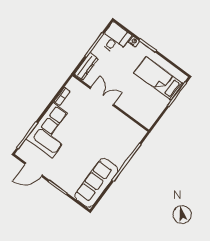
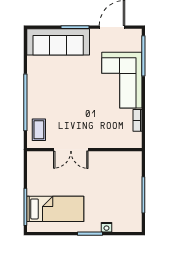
desk: (115, 39) -> (127, 216), removed
dresser: (86, 66) -> (135, 168), removed
double door: (102, 96) -> (71, 150), moved
coffee table: (131, 138) -> (39, 130), added
sofa: (96, 183) -> (58, 42), moved, turned 90

